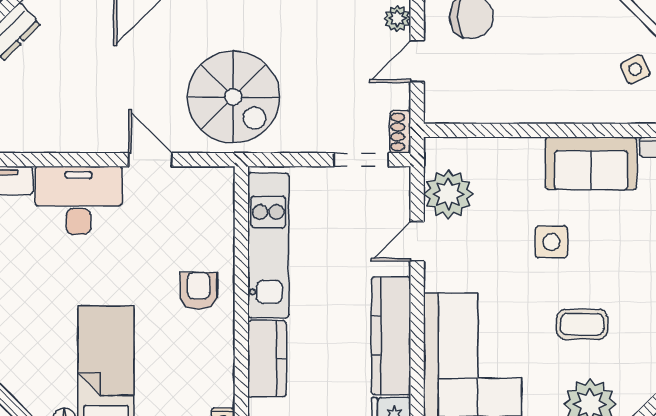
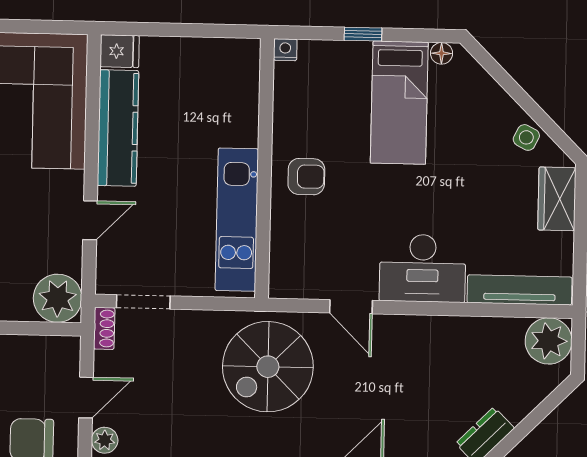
spiral stairs: (233, 97) -> (268, 367), turned -90
plant: (448, 194) -> (58, 298), moved
armchair: (199, 291) -> (306, 177), turned -90
kitchen counter: (267, 359) -> (241, 108), removed

